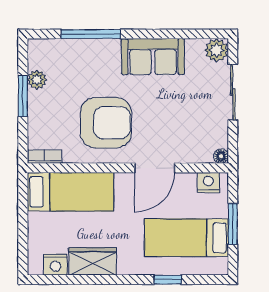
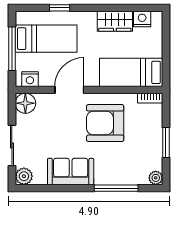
plant: (37, 80) -> (156, 178), moved
floor lamp: (221, 156) -> (25, 103), width x1.89, depth x1.89
window: (233, 224) -> (12, 49), width x1.44

